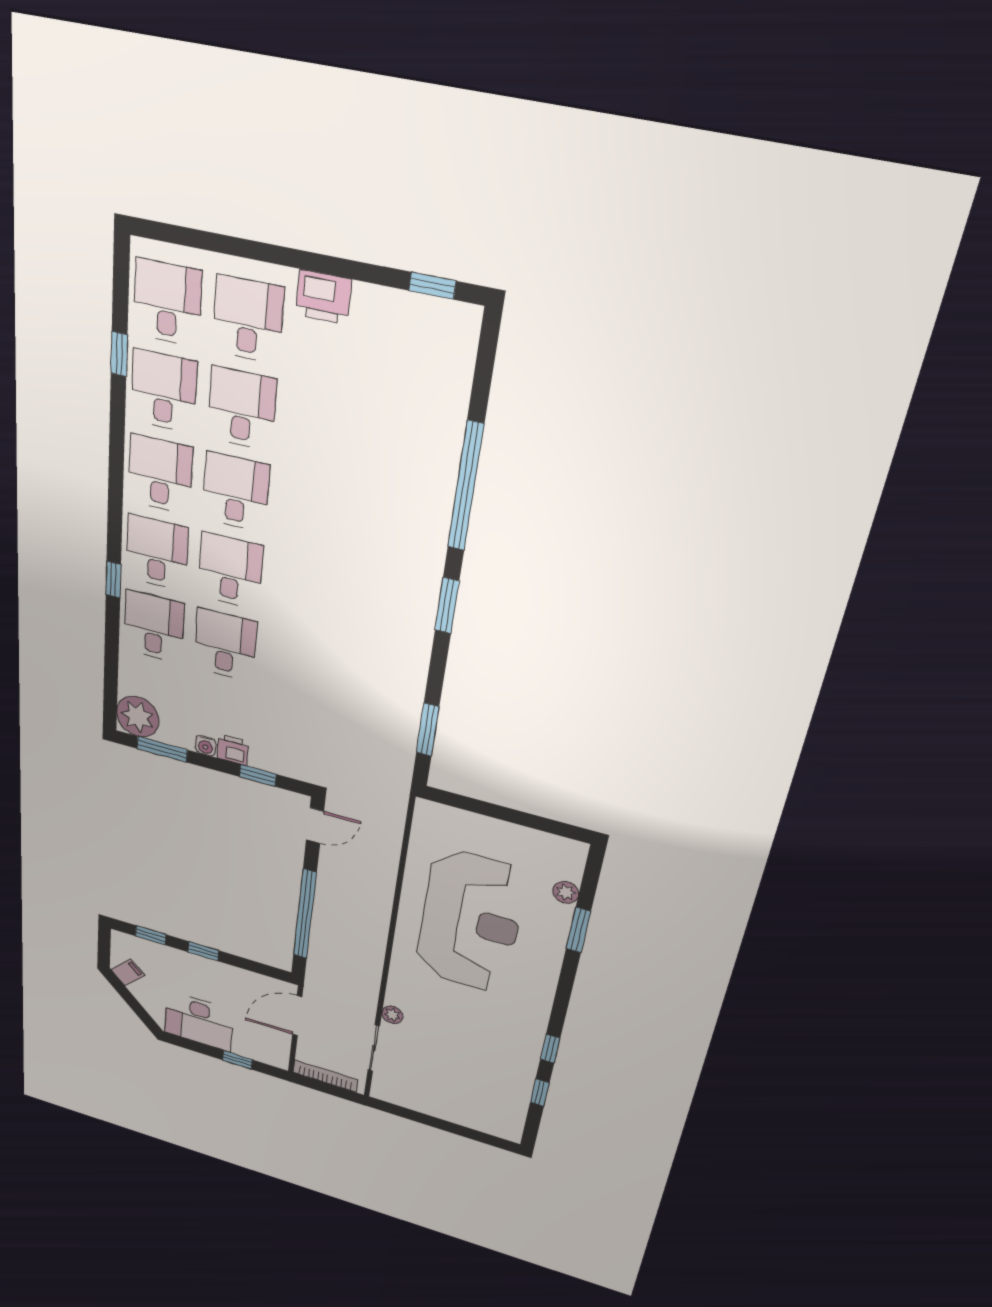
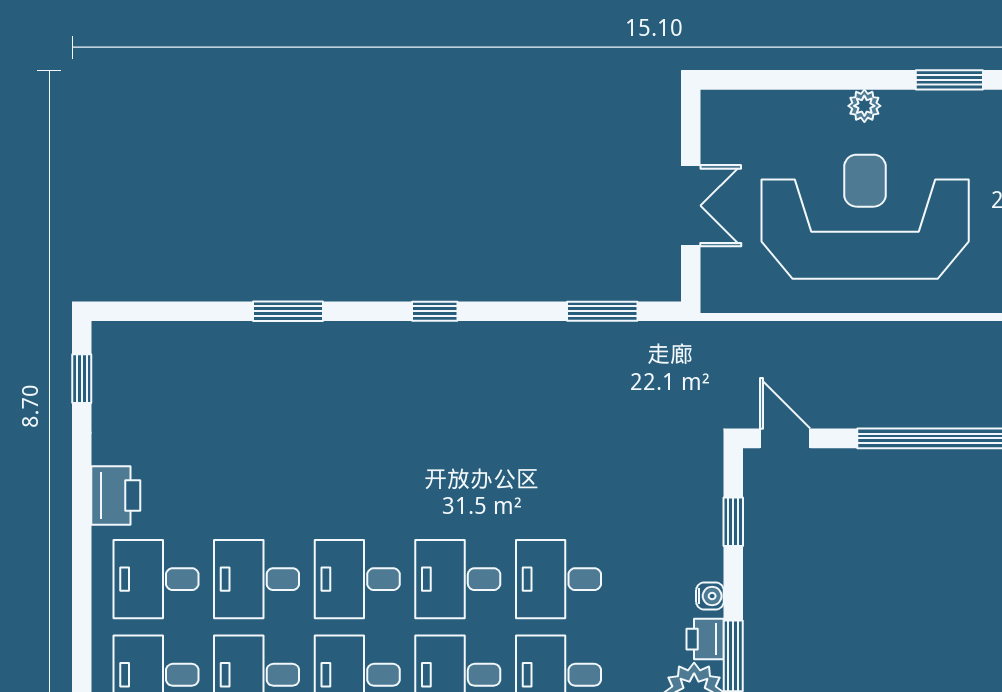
window: (466, 486) -> (288, 311), width x0.47
window: (447, 606) -> (435, 311), width x0.67
printer: (233, 750) -> (705, 639), moved
double door: (500, 812) -> (691, 206), added
plant: (566, 892) -> (864, 106), moved
window: (578, 930) -> (949, 80), moved

